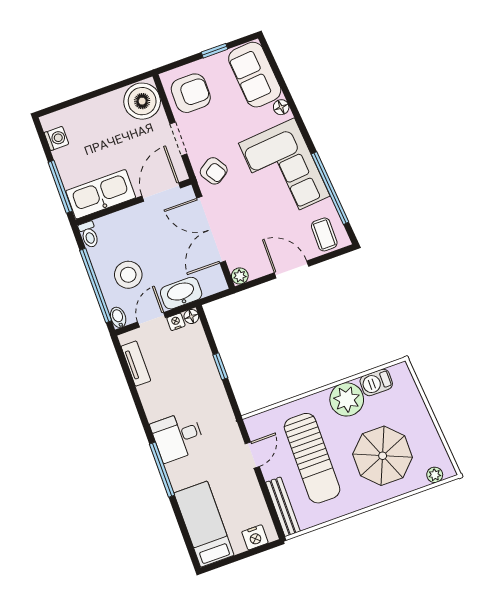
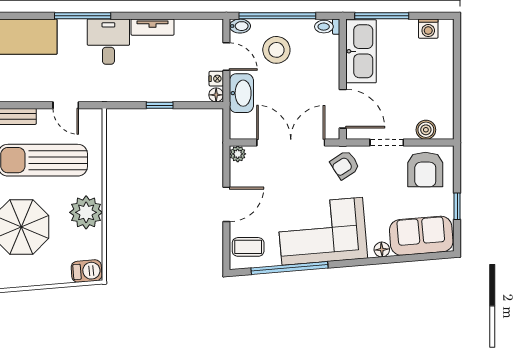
boiler: (142, 101) -> (426, 130), width x0.54, depth x0.54
tv unit: (136, 364) -> (153, 27), moved
barbecue: (376, 382) -> (87, 271), moved, turned 85

